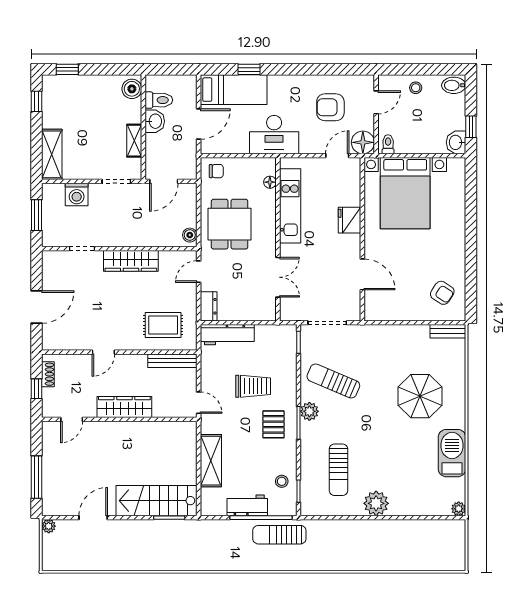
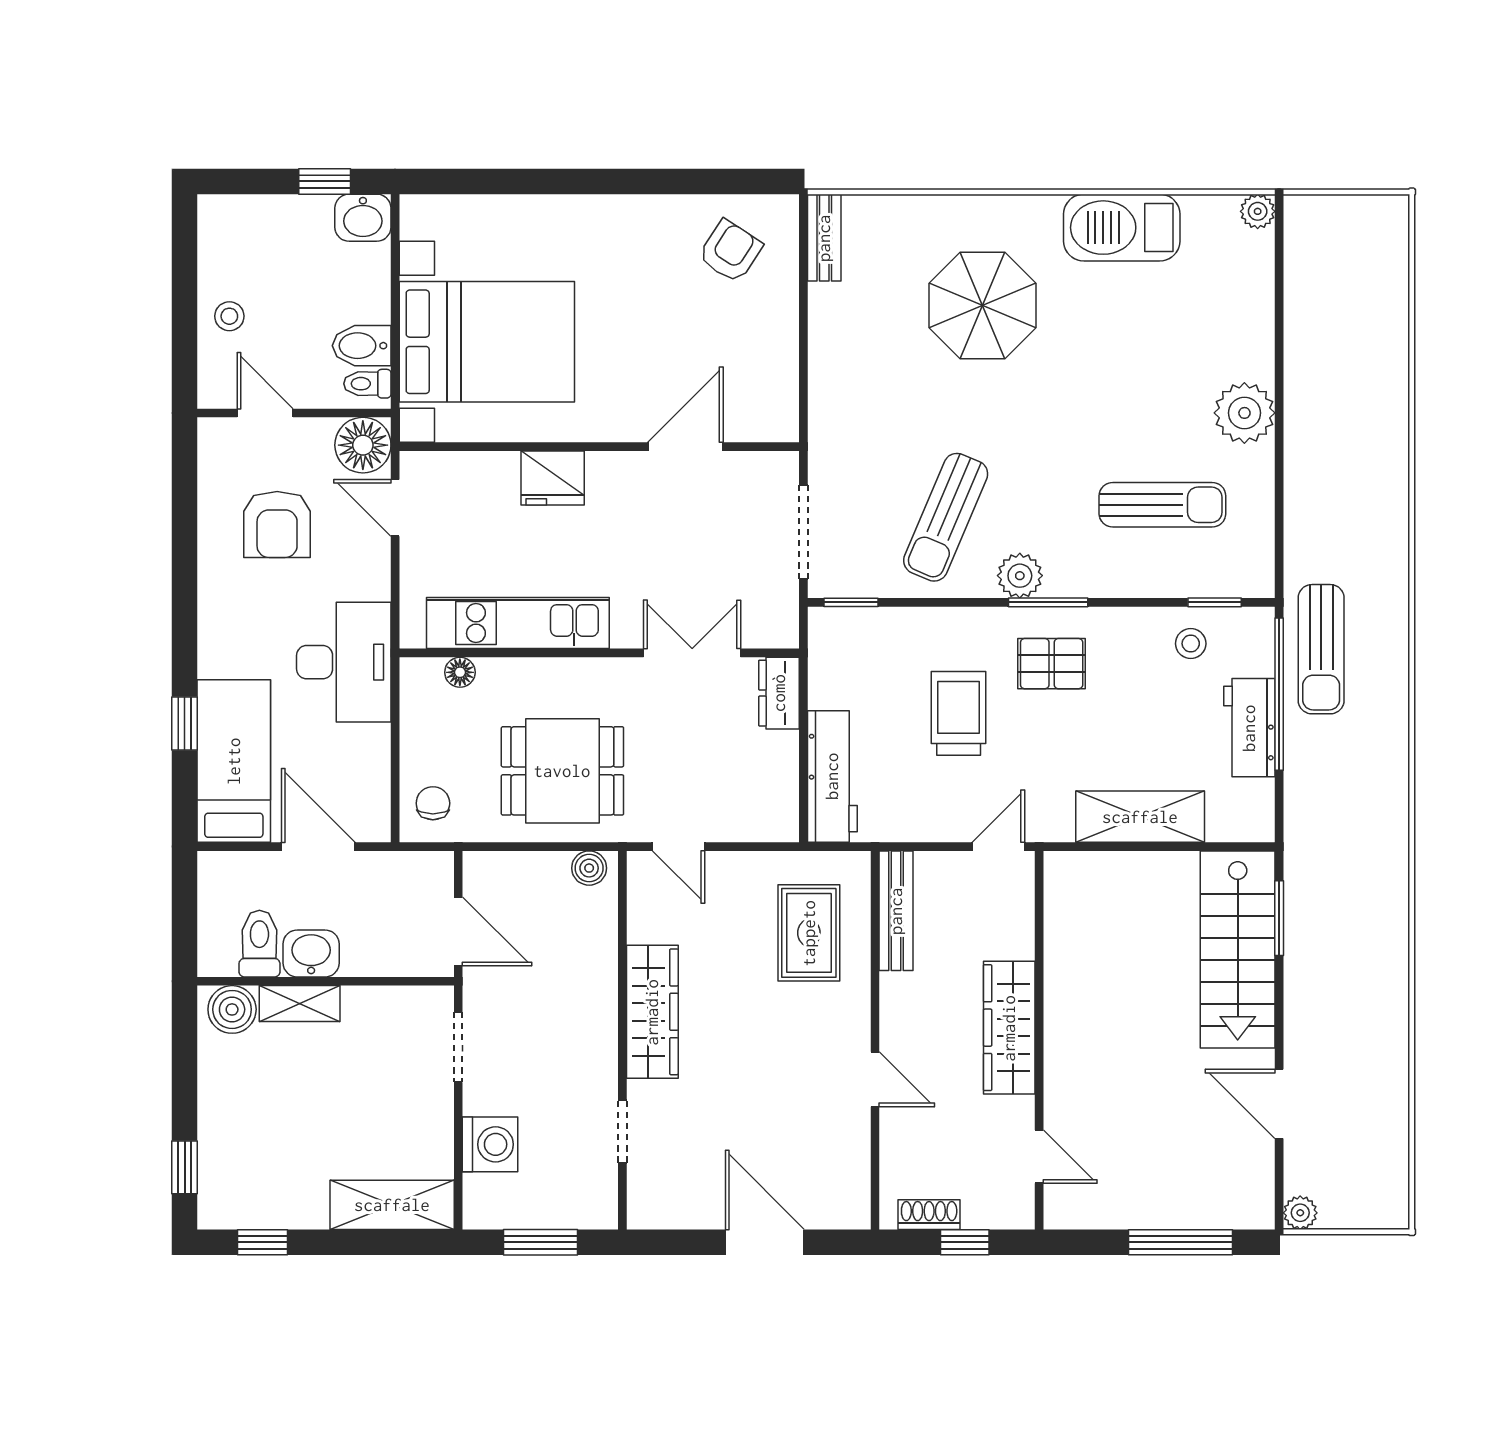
bidet: (454, 85) -> (362, 346), moved, turned 90
shelving: (134, 141) -> (300, 1004), moved
dresser: (209, 306) -> (779, 693), moved, turned -90

